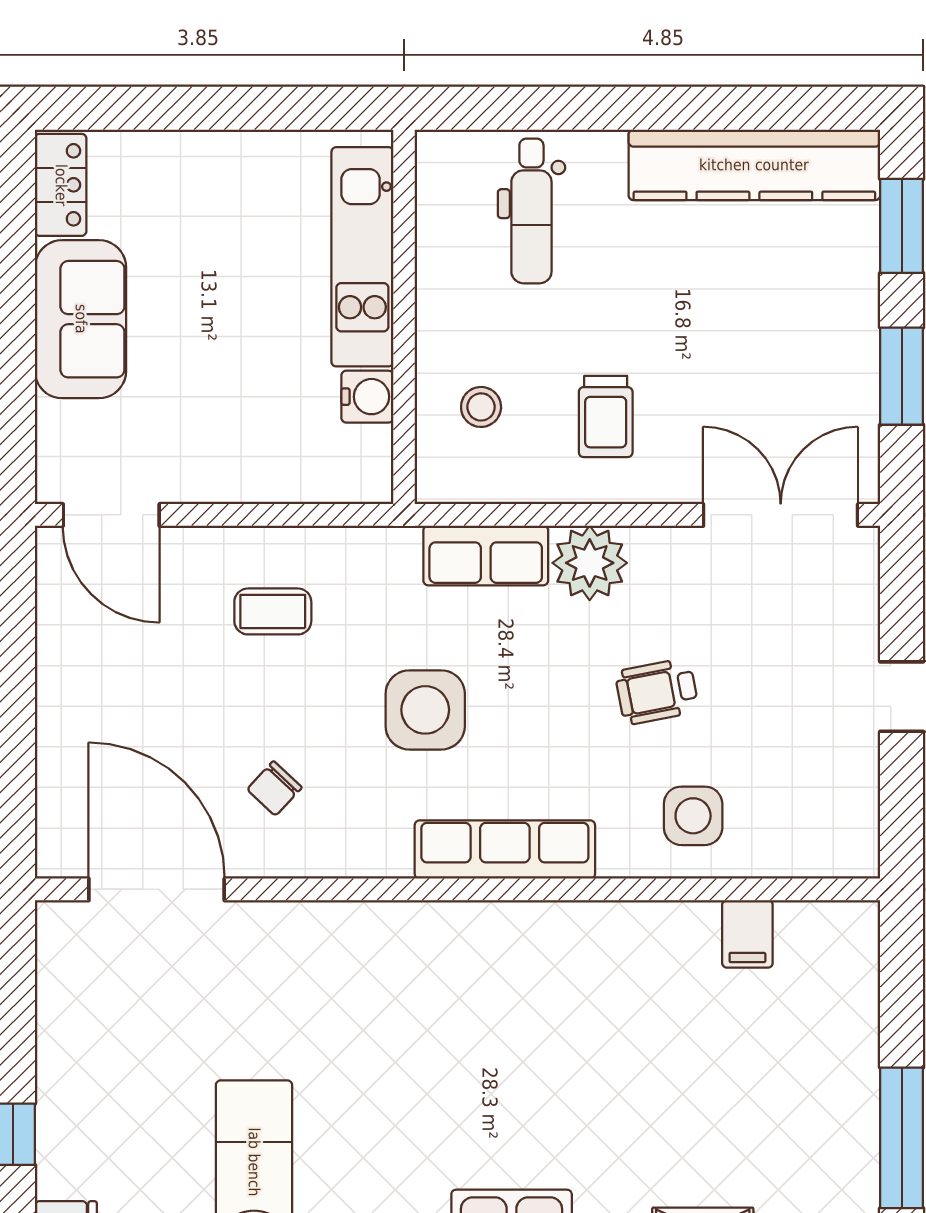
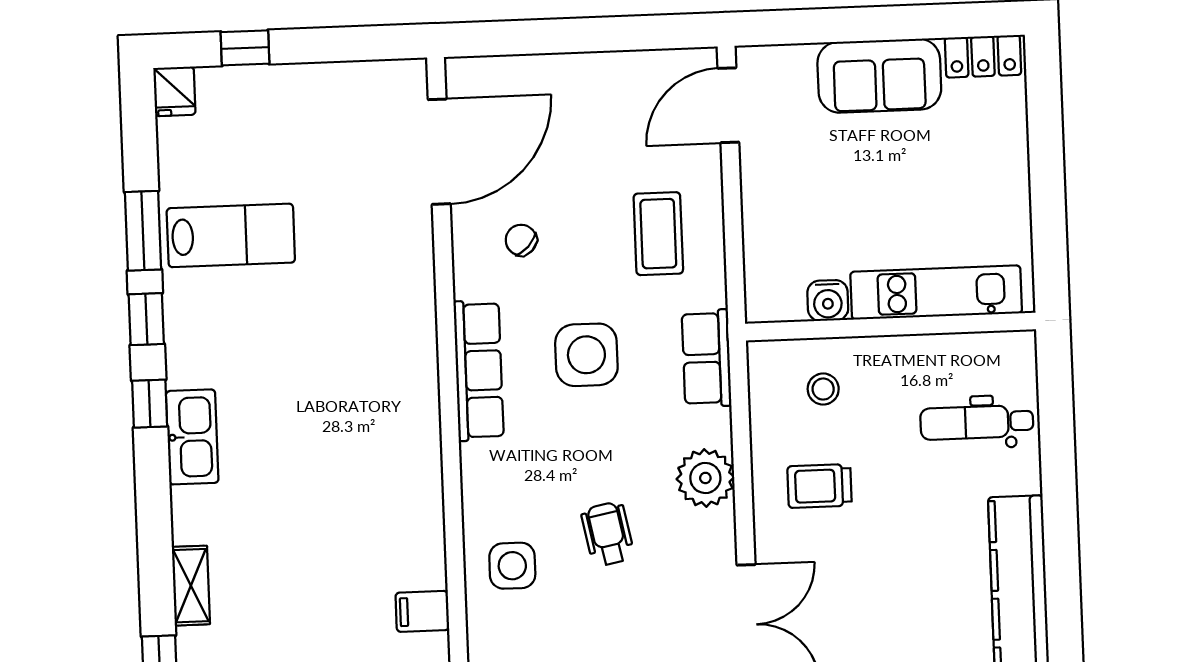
row of seats: (486, 555) -> (707, 358), moved
coffee table: (273, 611) -> (658, 234), width x1.36, depth x1.30
row of seats: (505, 850) -> (479, 371), moved

